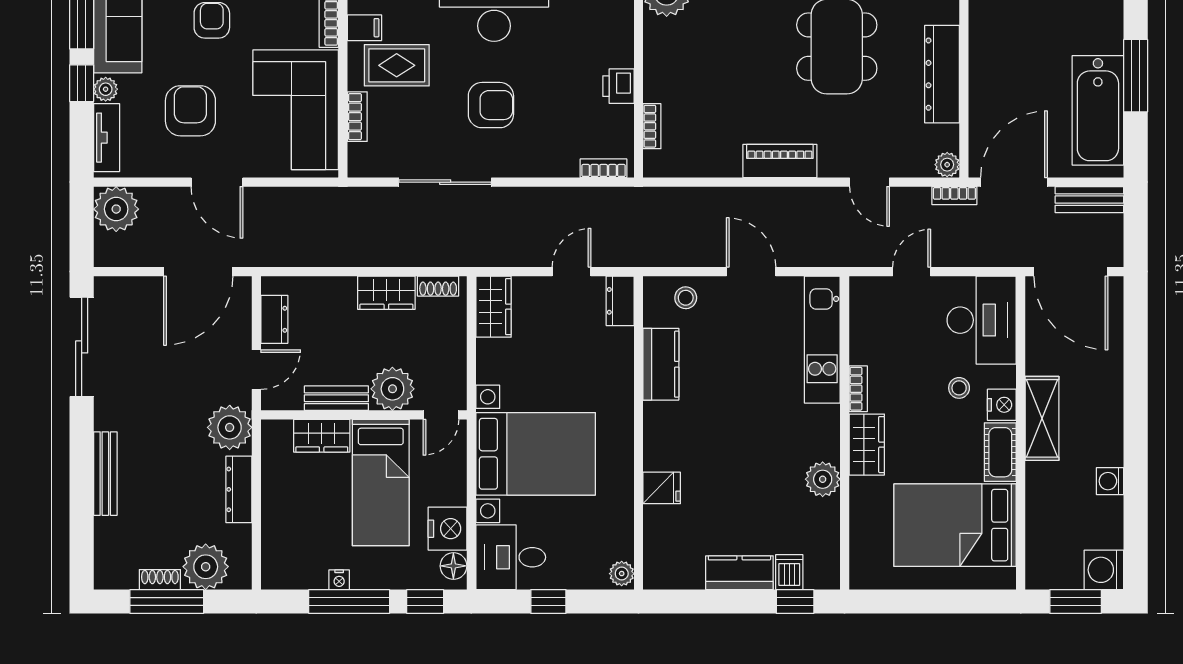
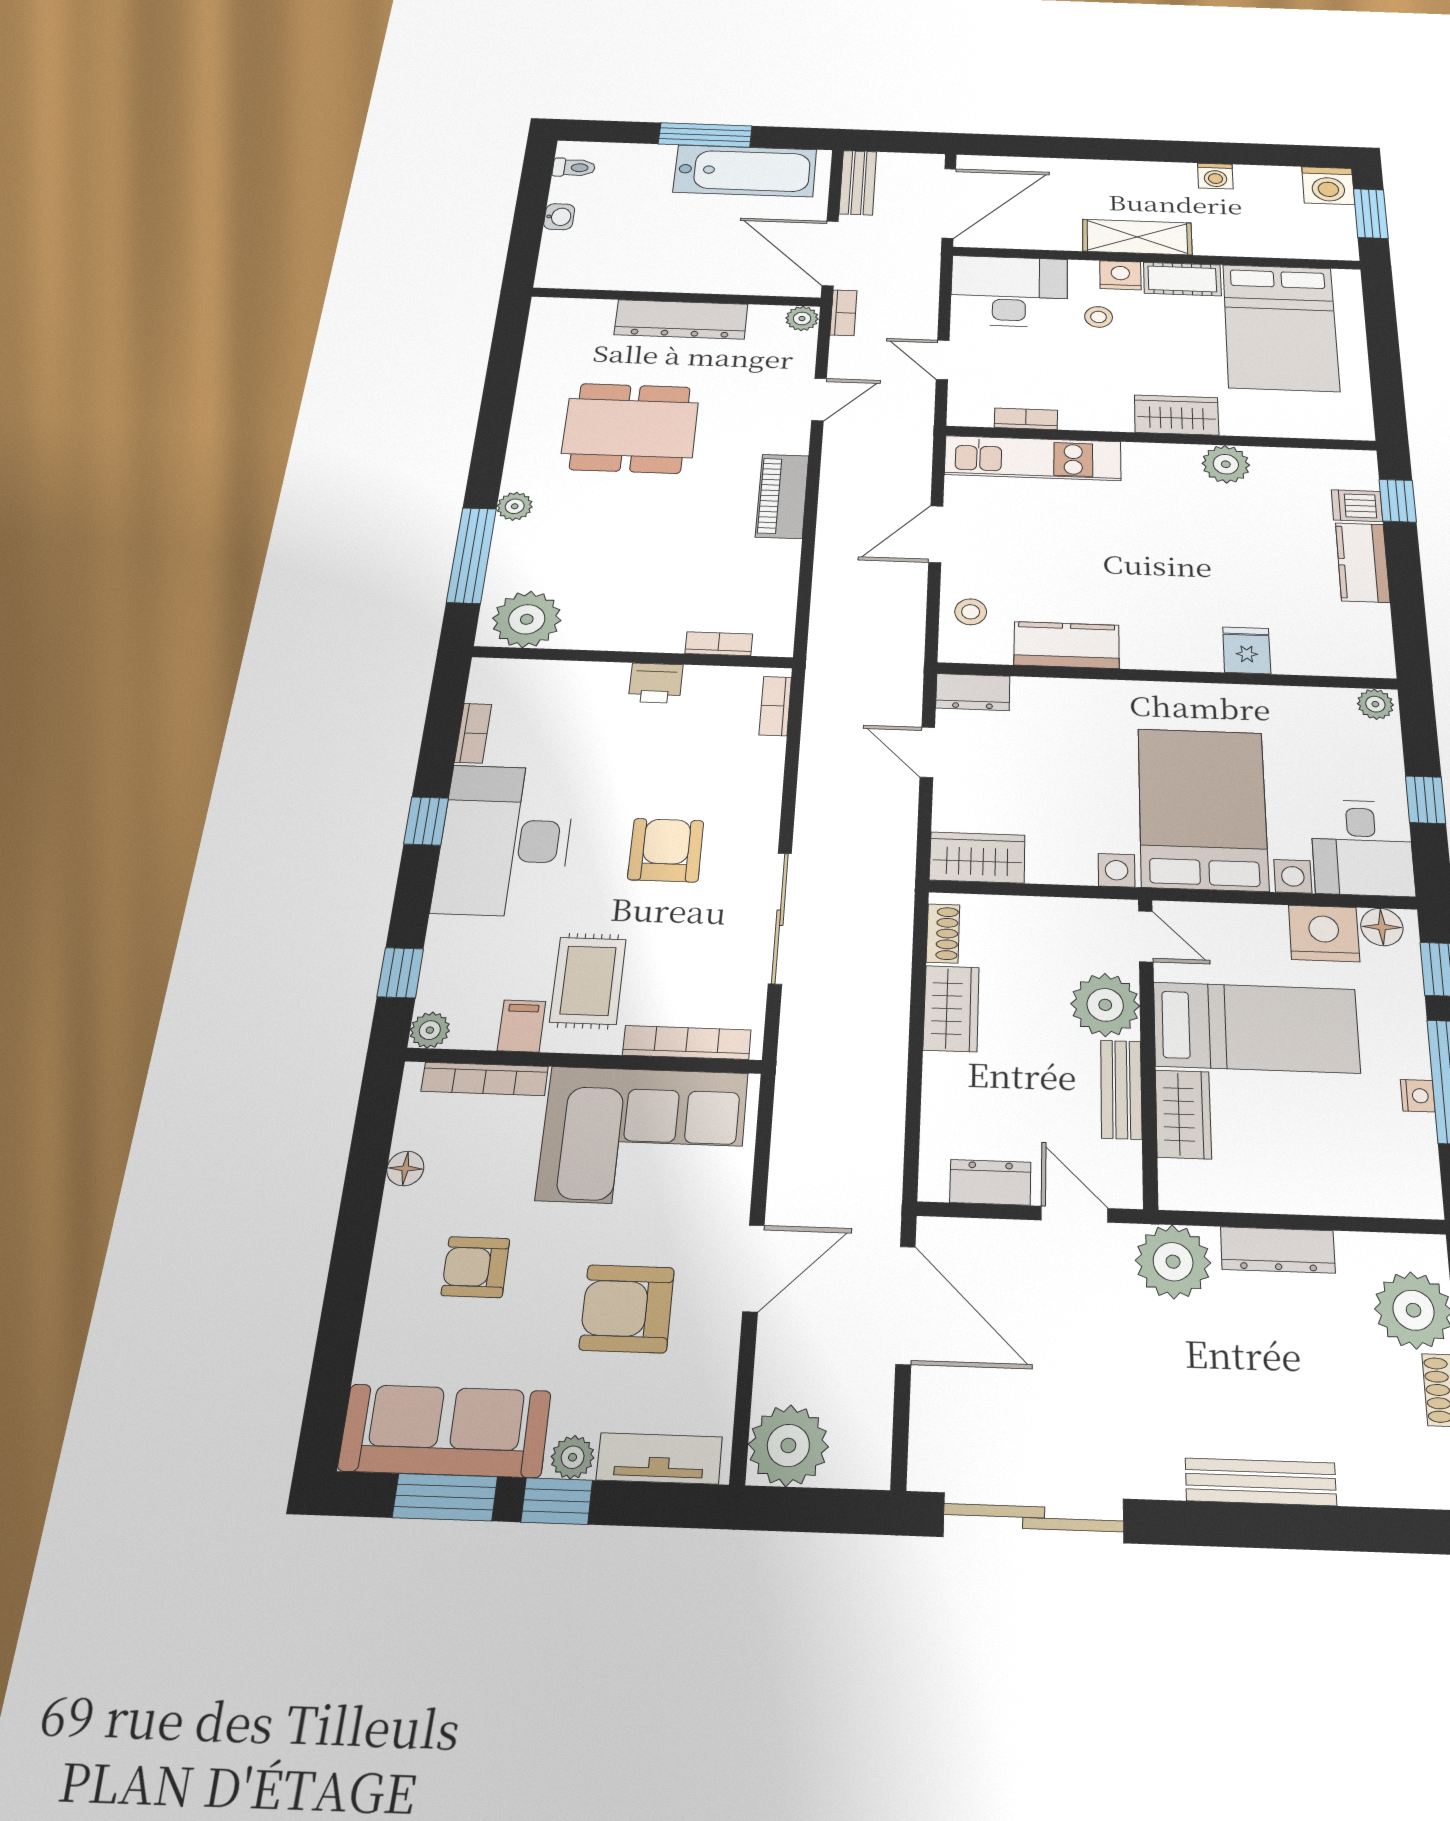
bookcase: (357, 117) -> (687, 1043), width x1.56
bookcase: (858, 389) -> (1026, 419), moved

